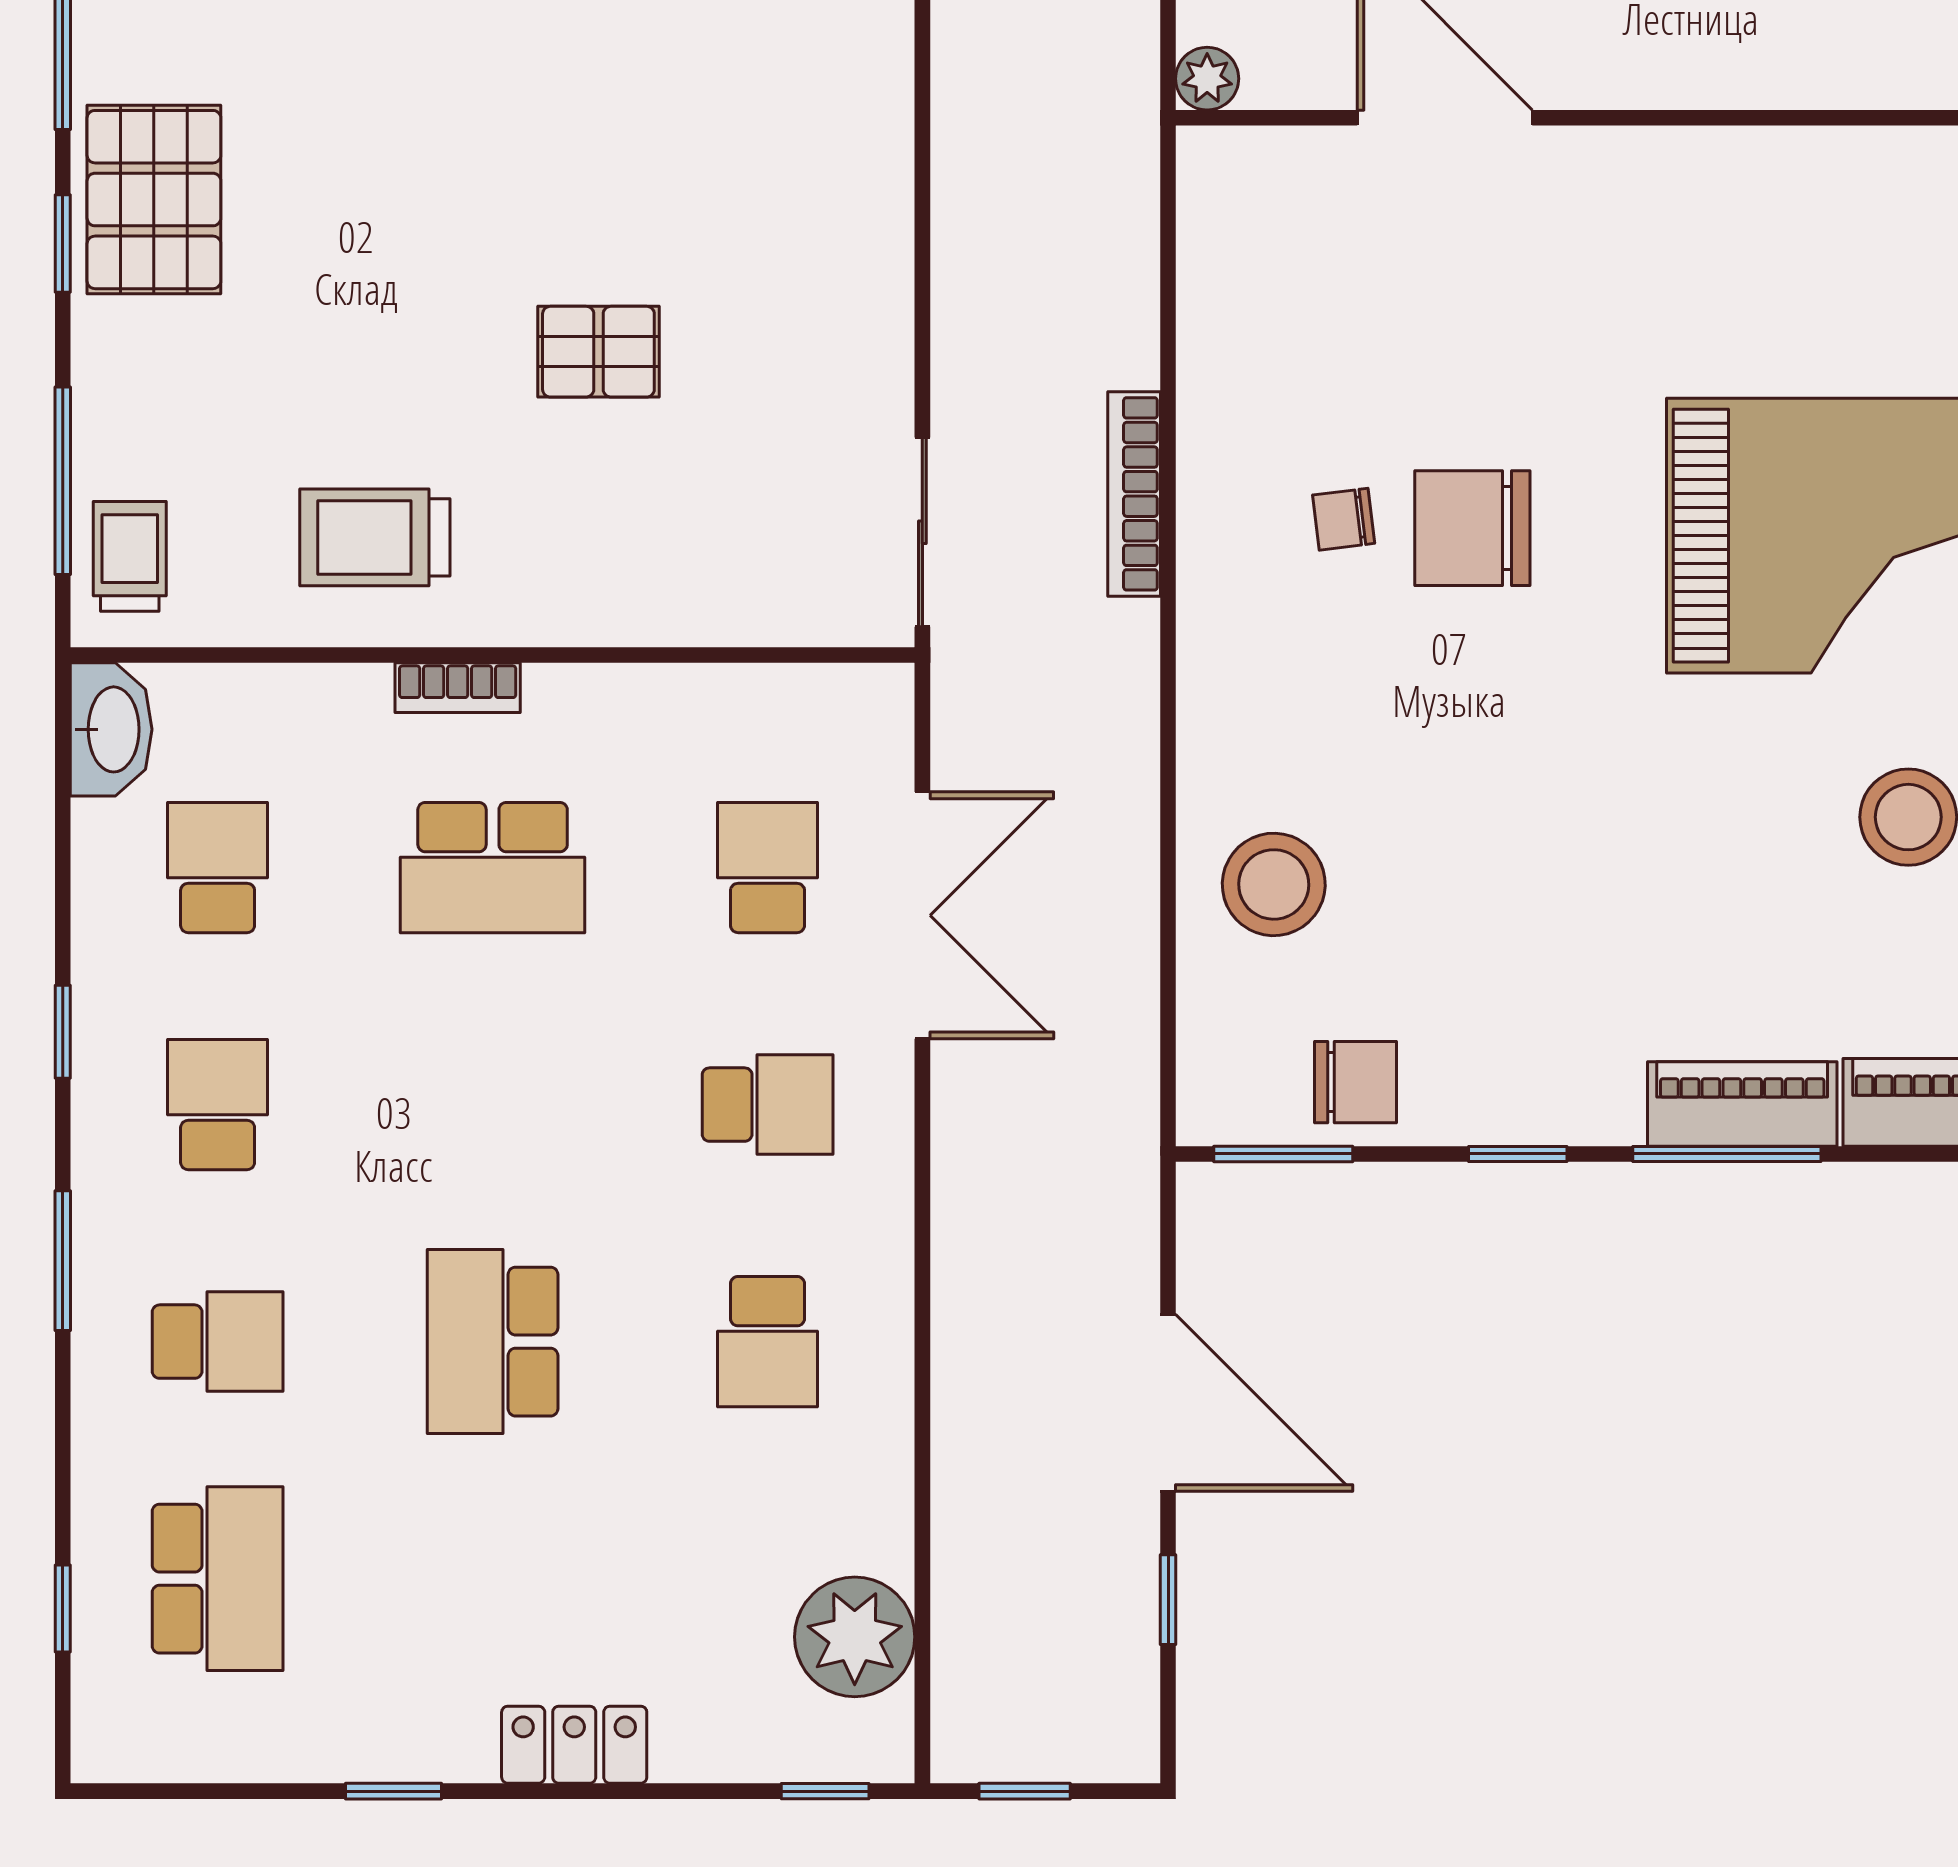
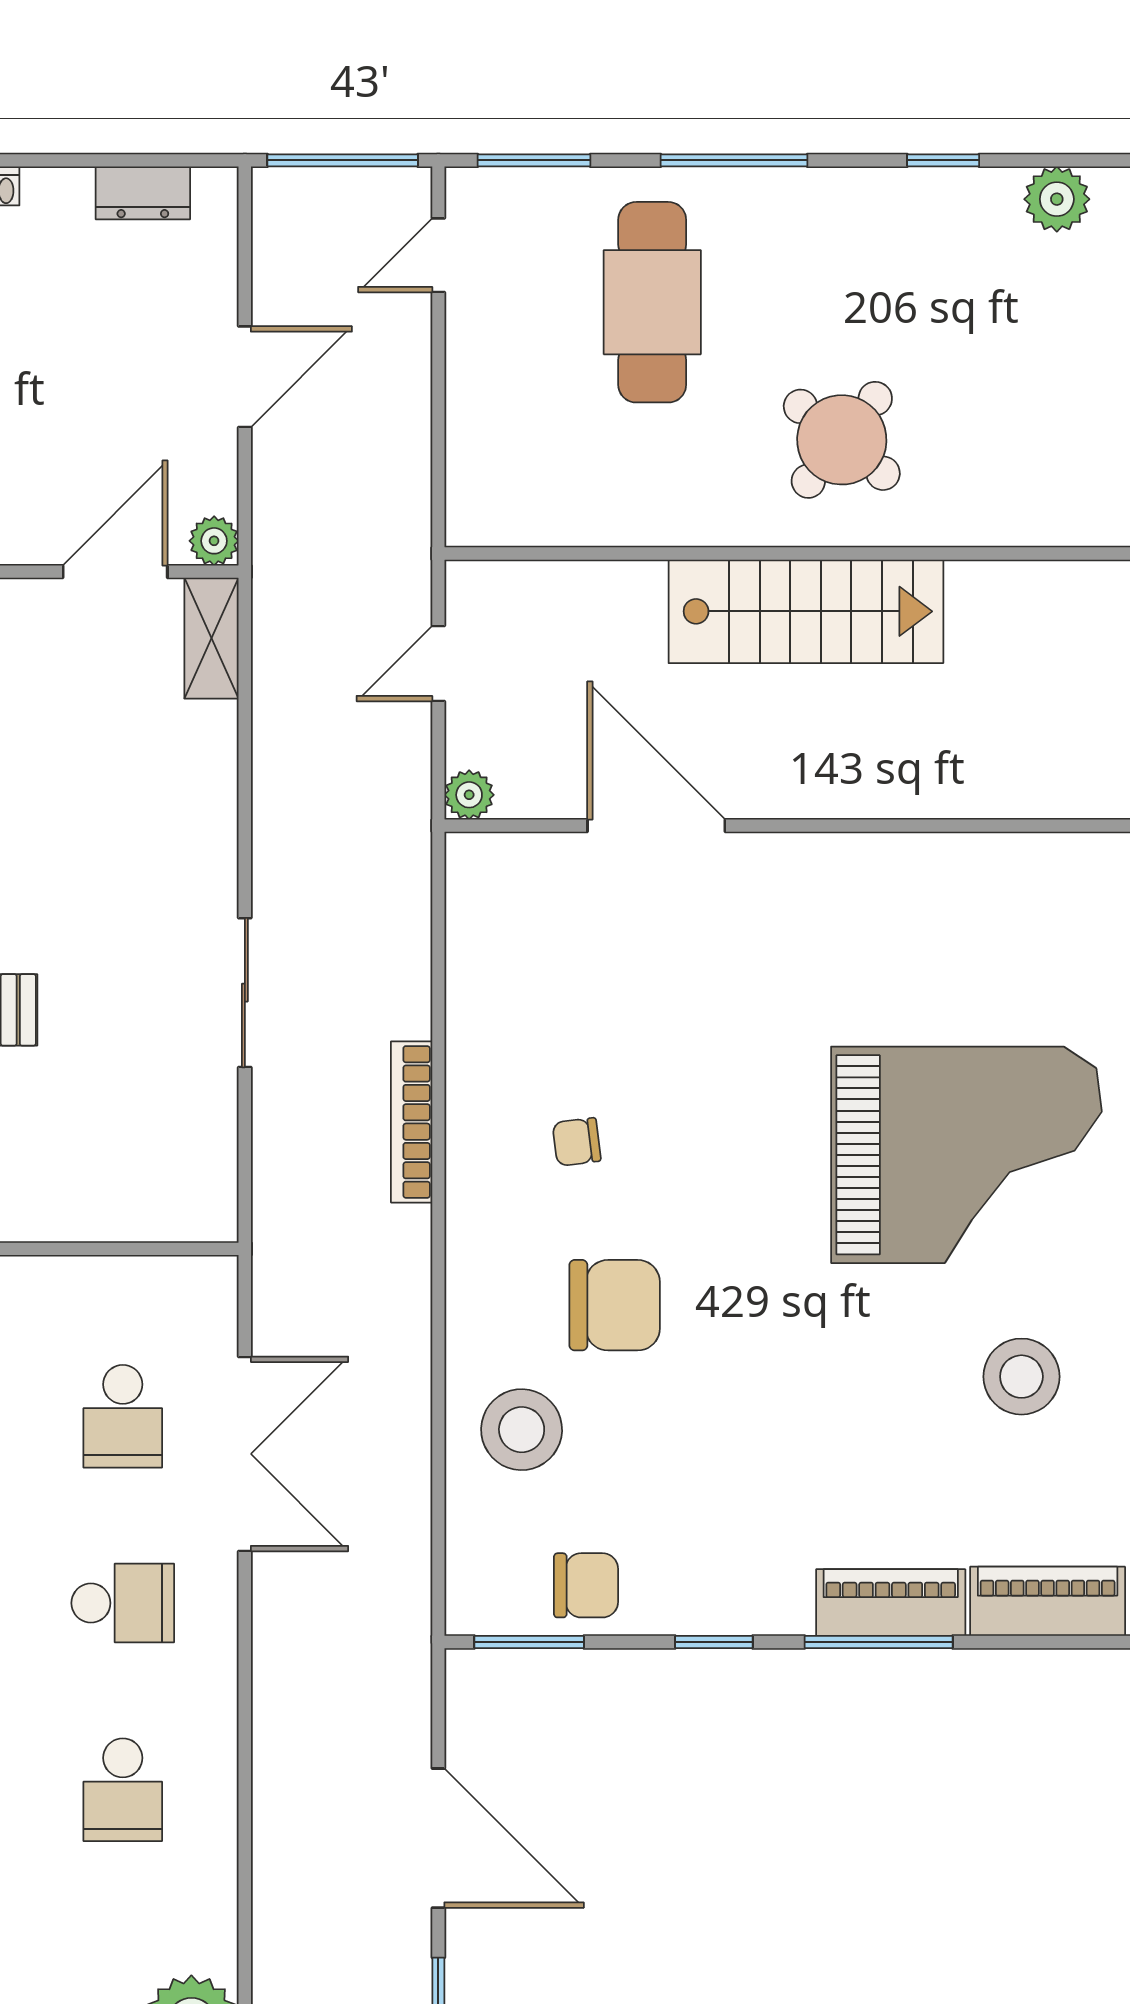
chair: (1472, 528) -> (615, 1305), moved, turned 180
sliding door: (922, 532) -> (245, 993), moved
school desk: (768, 868) -> (123, 1416), turned 180

